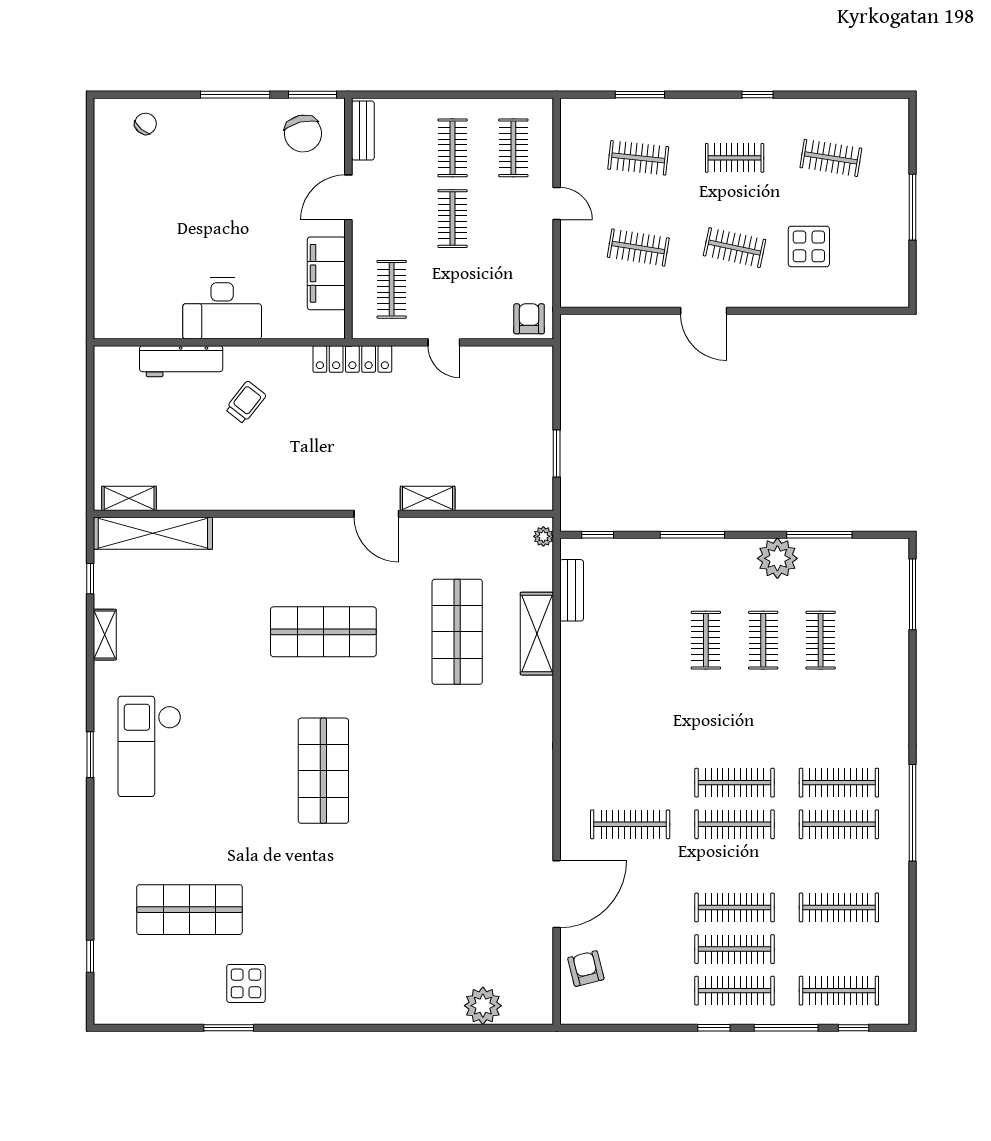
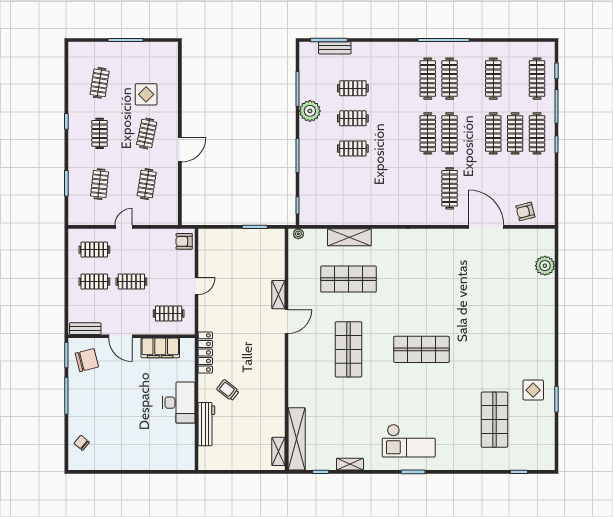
locker: (352, 359) -> (205, 352), moved
bench: (572, 590) -> (335, 48), moved

